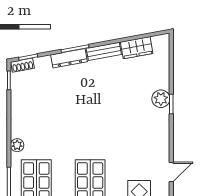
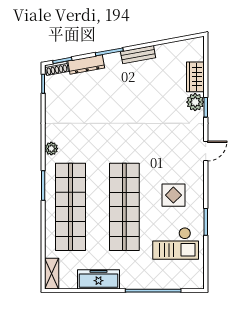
wardrobe: (137, 48) -> (195, 77), moved, turned 100
dresser: (69, 58) -> (86, 65), moved
door: (171, 172) -> (206, 151), moved

